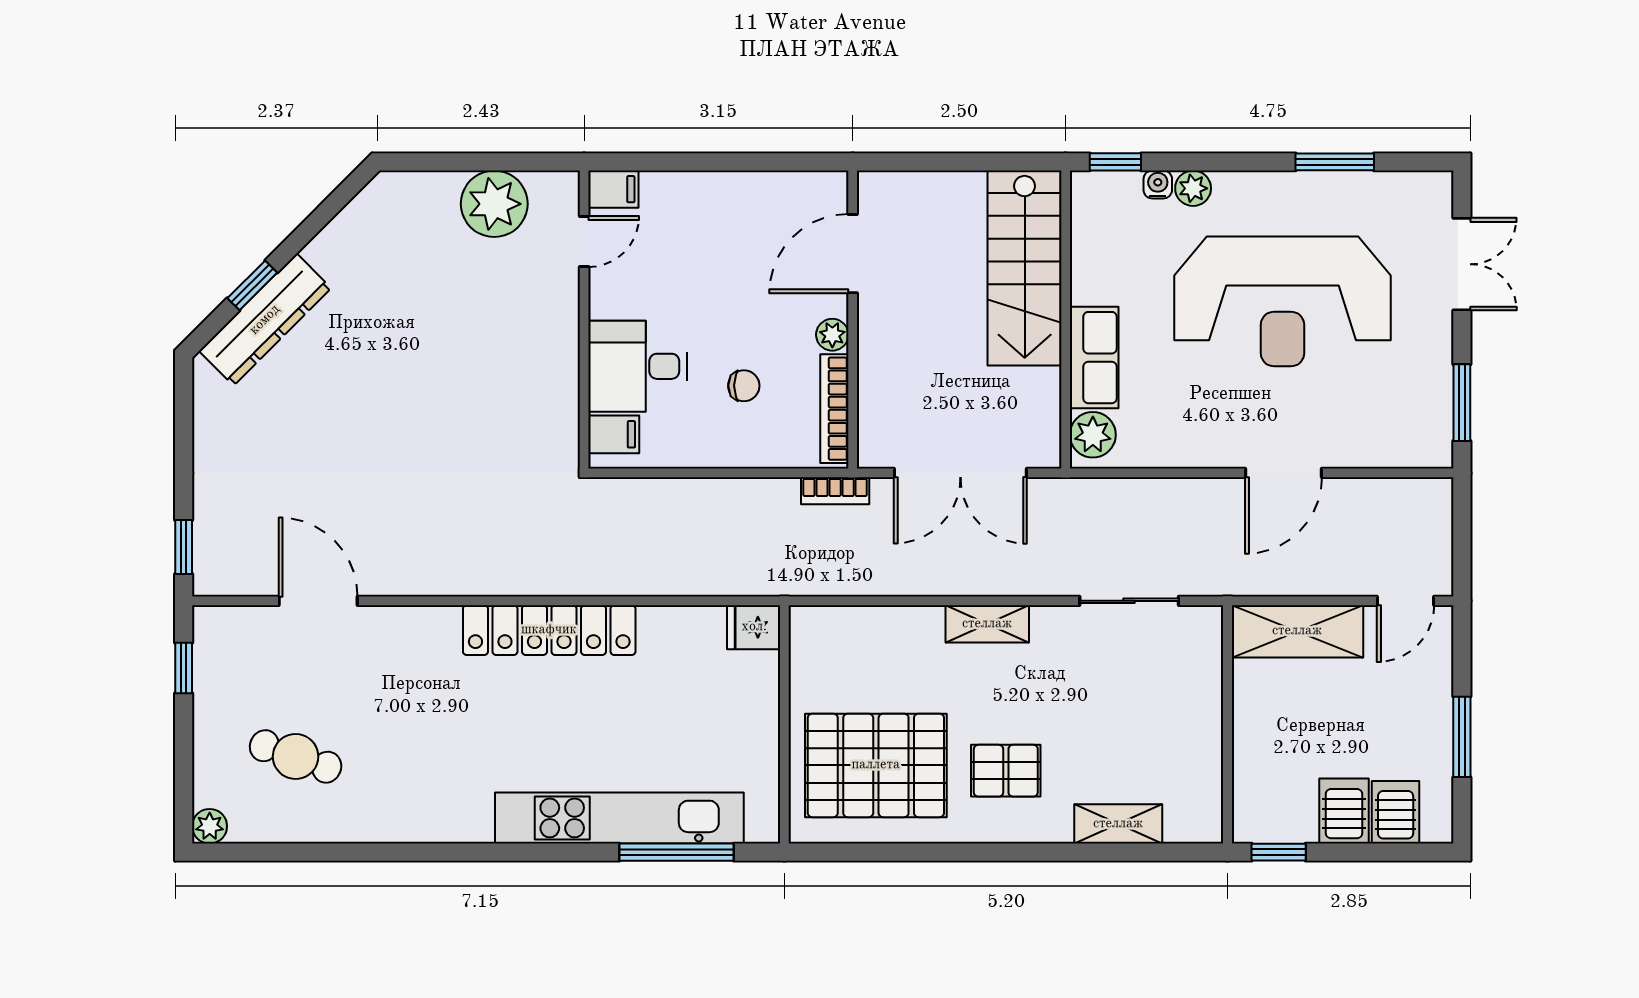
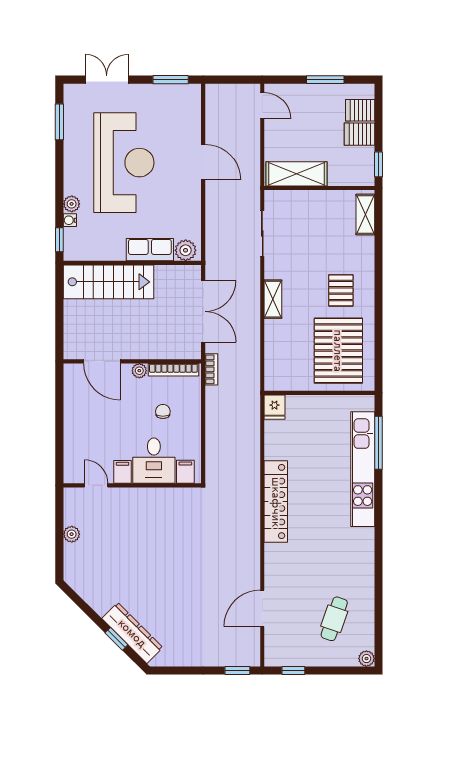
window: (1335, 162) -> (59, 122), moved
filing cabinet: (613, 189) -> (123, 472), moved
plant: (494, 204) -> (72, 534), width x0.53, depth x0.53
shelving: (1297, 631) -> (297, 174), moved, turned 90
shelving: (1118, 824) -> (365, 214), moved

